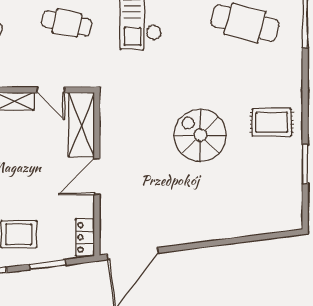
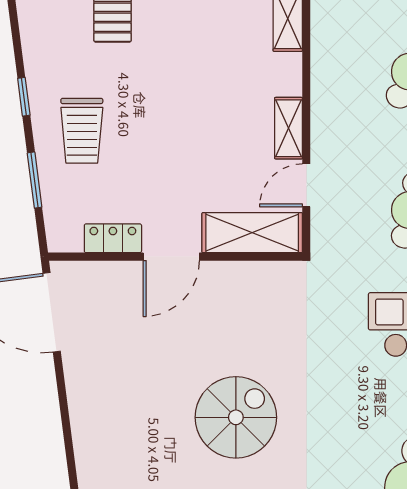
door: (97, 177) -> (171, 257), swing flipped
locker: (85, 237) -> (113, 238), moved

